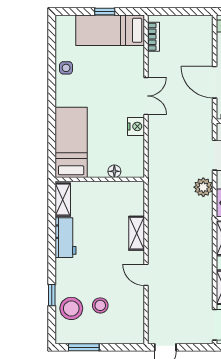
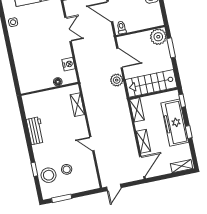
nightstand: (136, 126) -> (68, 64), moved
bed: (71, 142) -> (26, 69), removed
shelving: (63, 200) -> (29, 107), removed
shelving: (137, 233) -> (77, 105), moved

